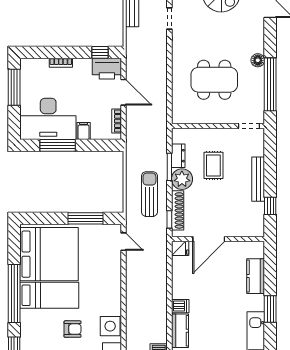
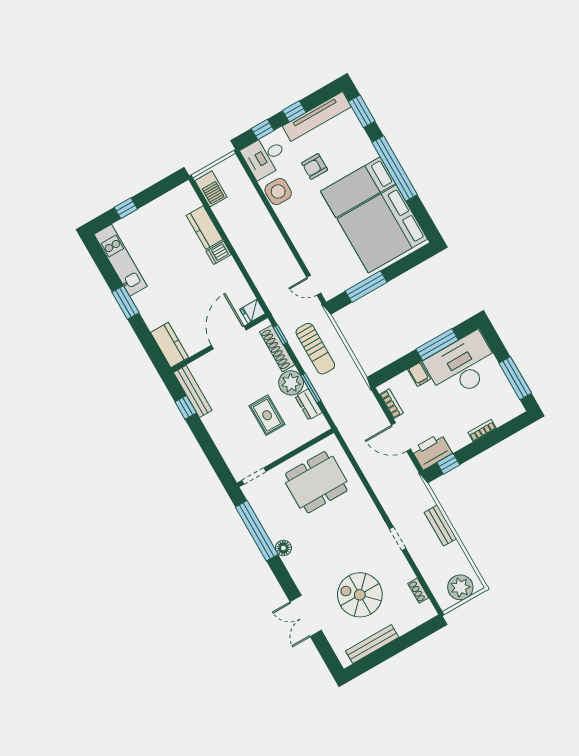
dining table: (214, 80) -> (316, 482), moved
bench: (258, 179) -> (193, 391), moved
kitchen counter: (256, 276) -> (170, 345), moved

